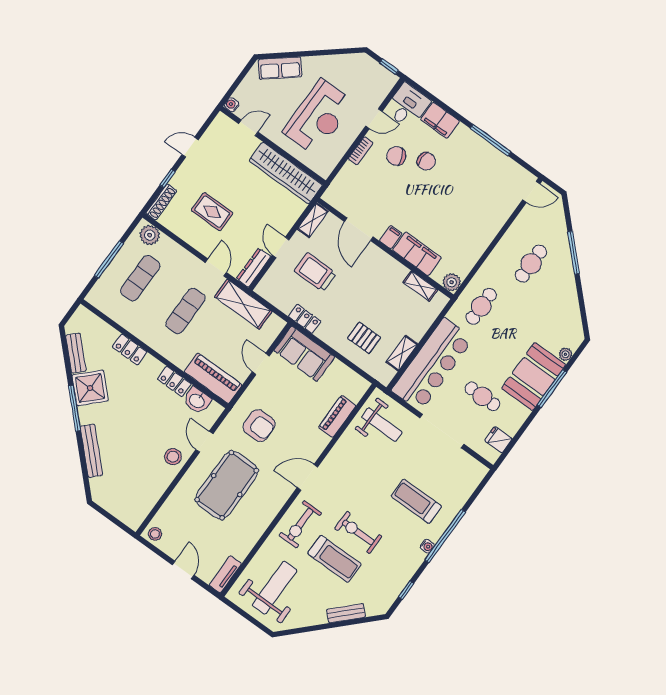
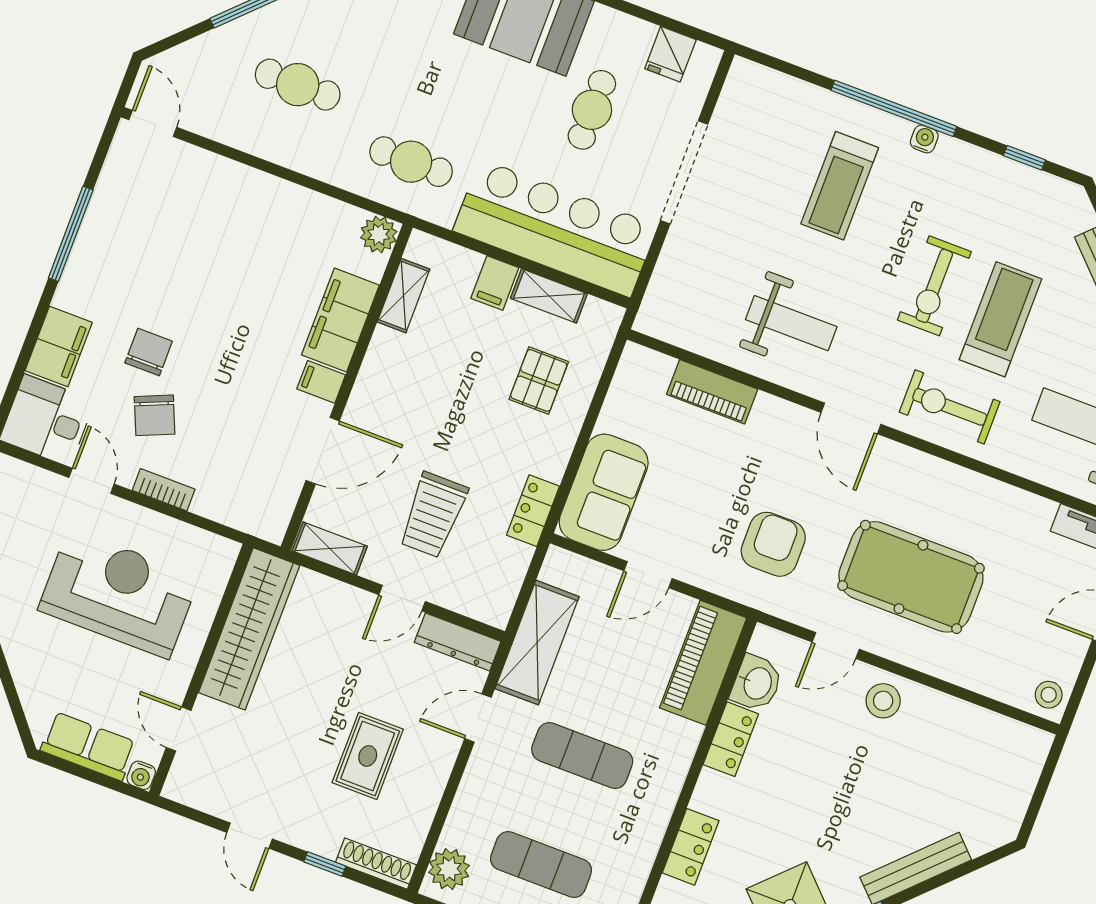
row of seats: (280, 68) -> (88, 746), moved, turned -50
filing cabinet: (415, 330) -> (495, 283), added
weight bench: (382, 425) -> (791, 323), moved, turned 90
exercise bike: (300, 524) -> (950, 407), turned 180

